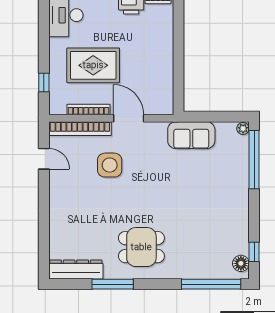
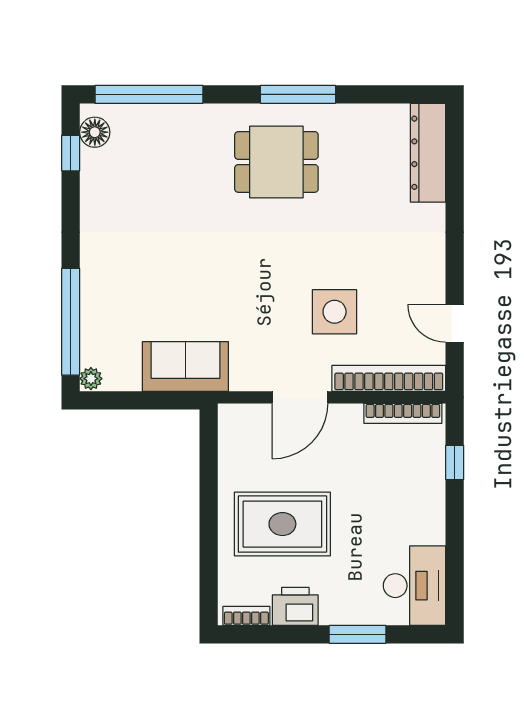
rug: (93, 65) -> (282, 524), moved
bookcase: (88, 110) -> (403, 413), moved
door: (129, 118) -> (300, 397), hinge flipped
dresser: (76, 270) -> (428, 153), moved, turned 90
window: (113, 284) -> (298, 94), moved

